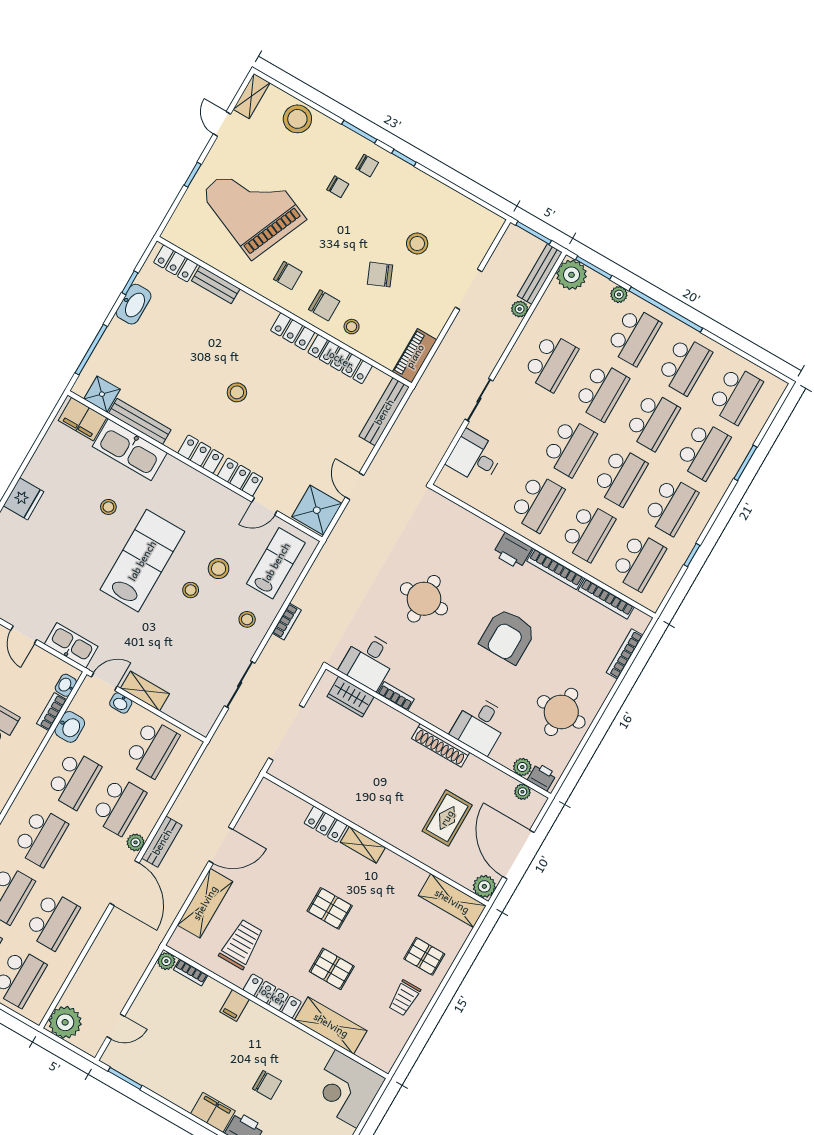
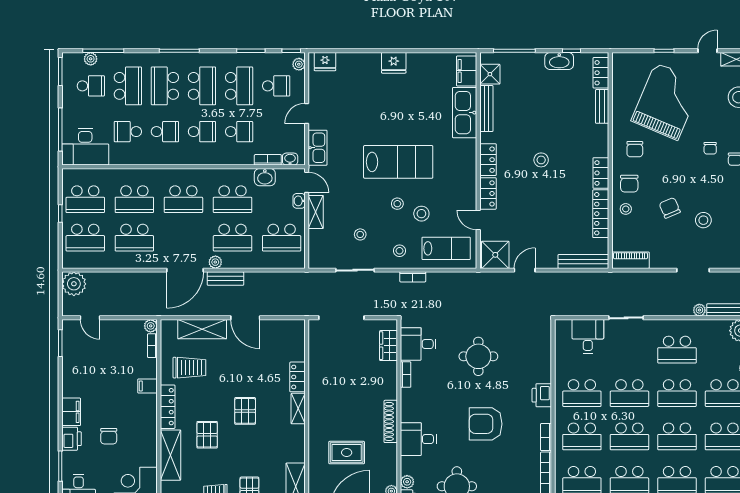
stool: (108, 507) -> (360, 234), moved
bookcase: (555, 569) -> (546, 437), width x0.64

